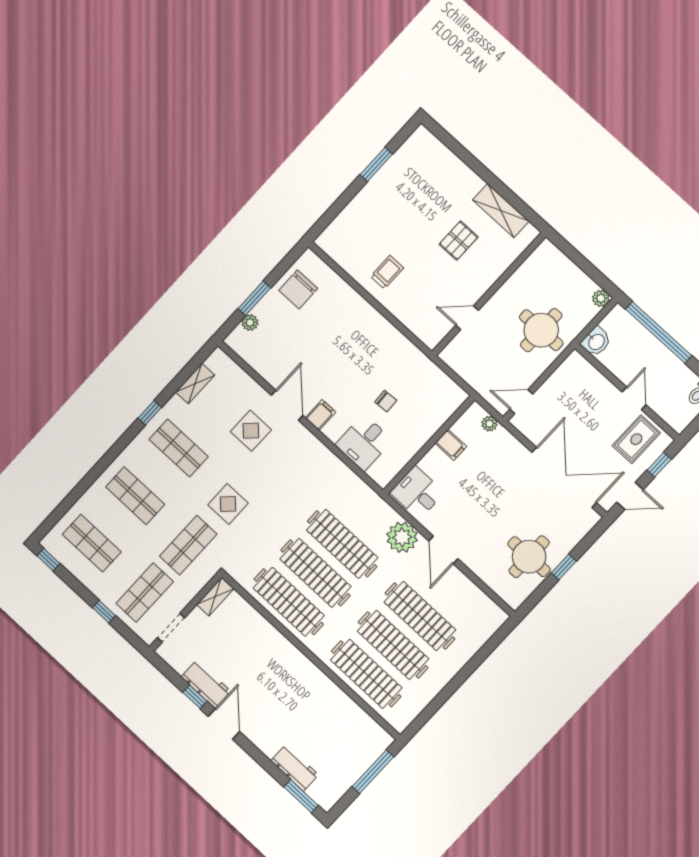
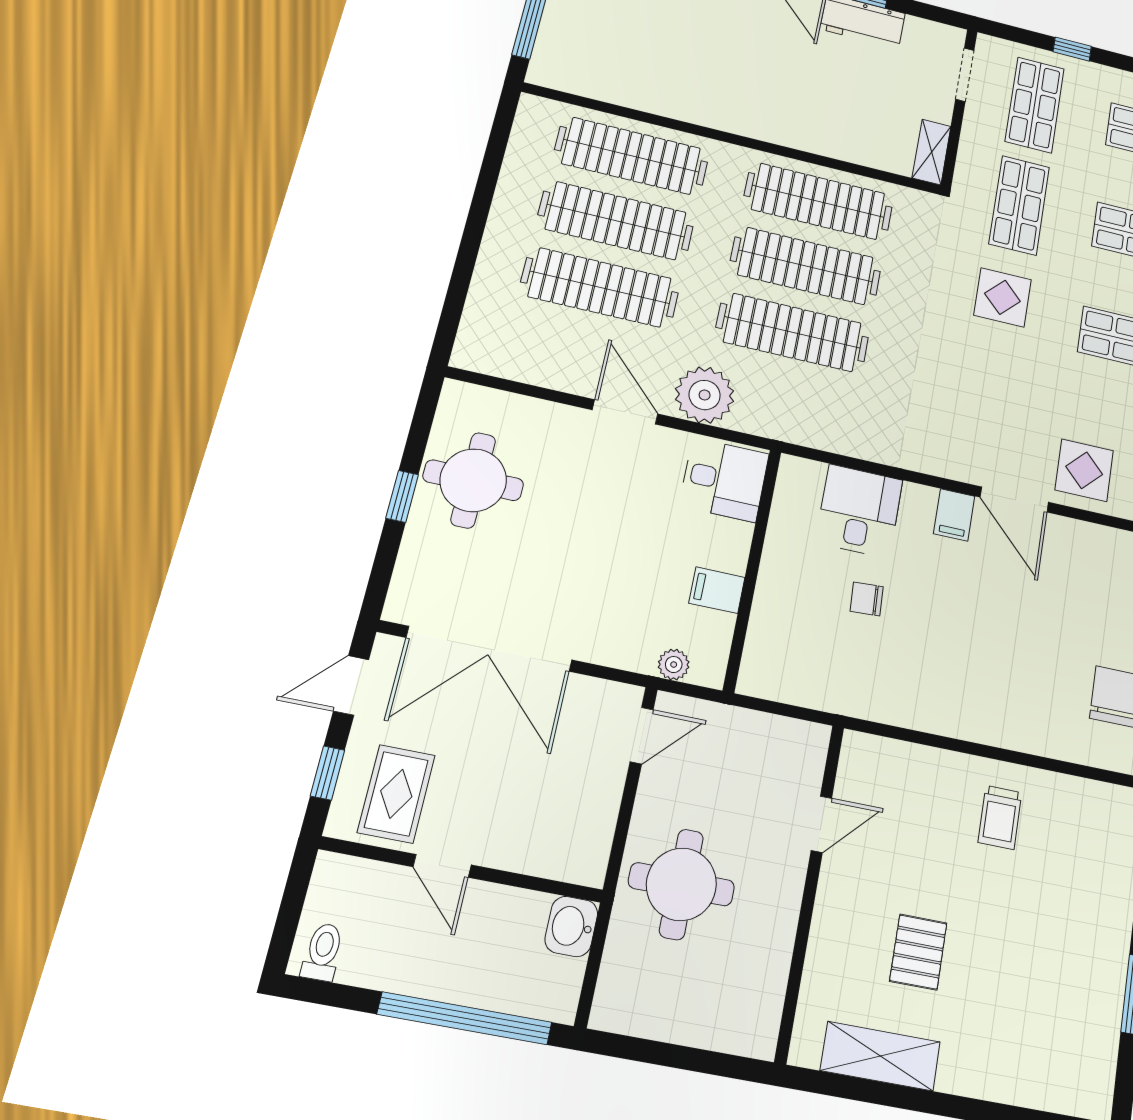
plant: (601, 298) -> (609, 1013), removed
display table: (251, 431) -> (1084, 470), moved

